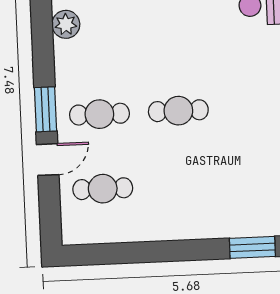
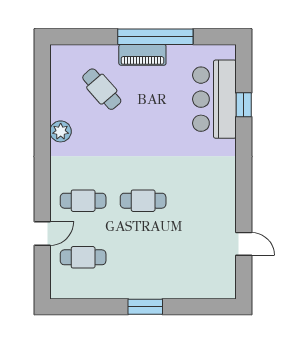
window: (45, 109) -> (42, 195), removed
window: (252, 247) -> (145, 307), moved

